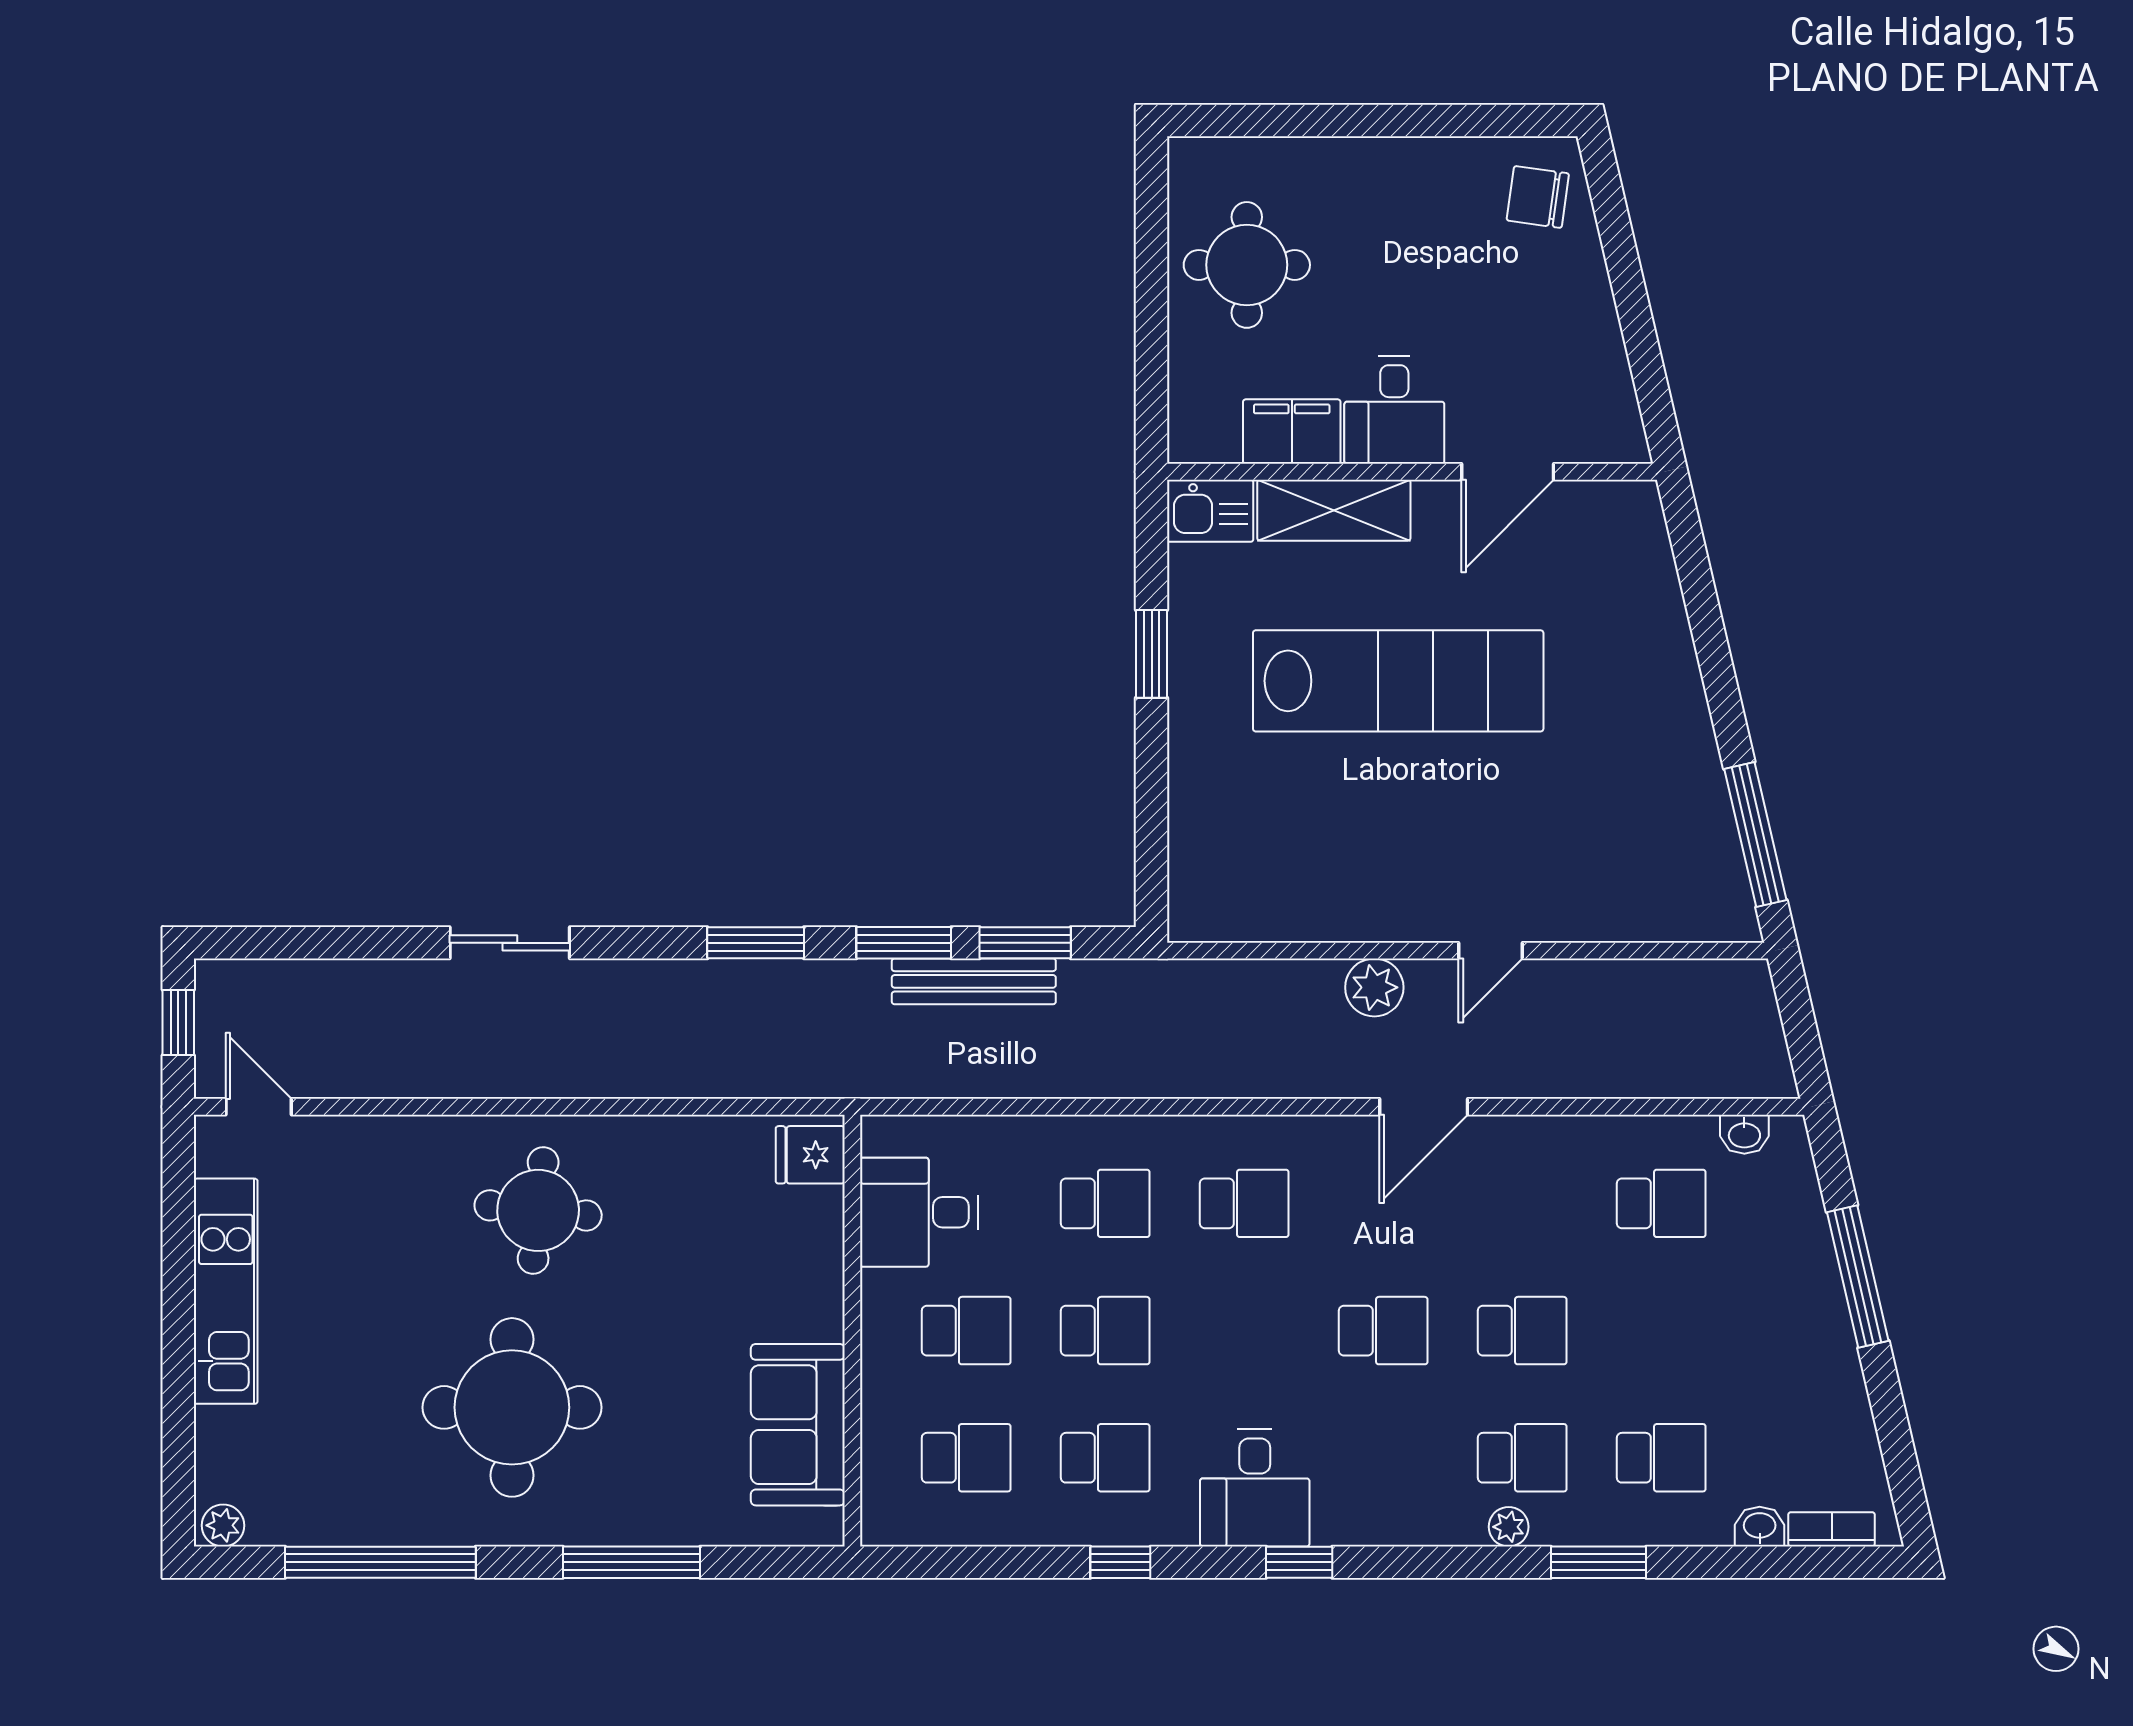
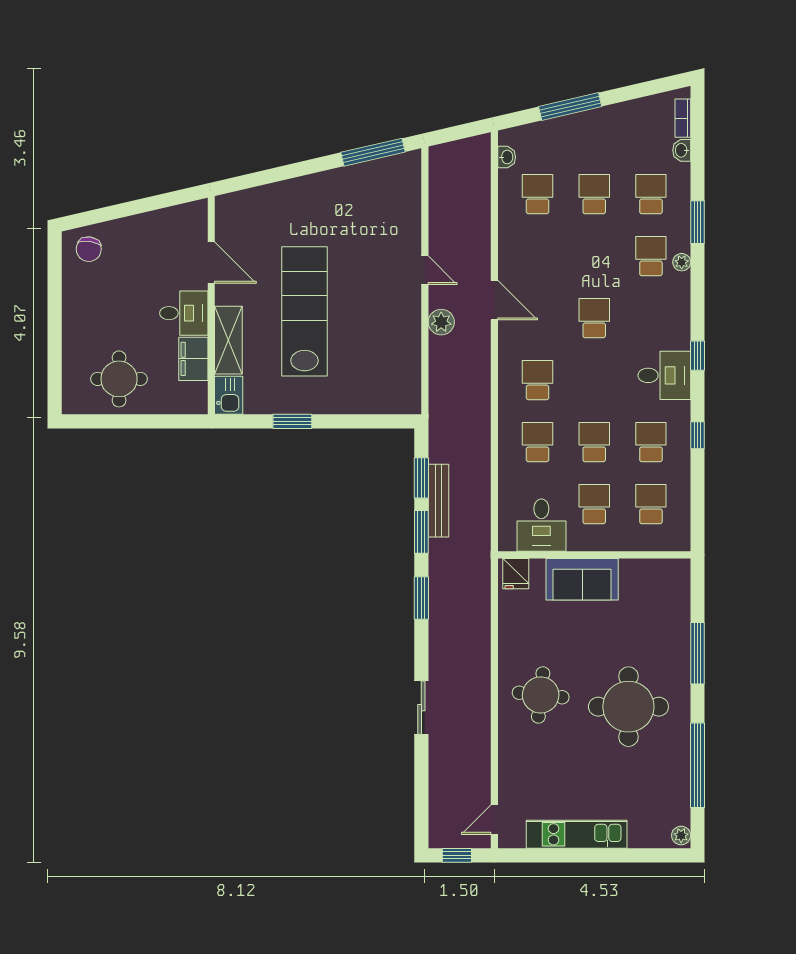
school desk: (1522, 1331) -> (594, 194), moved
sofa: (798, 1425) -> (582, 579), moved

